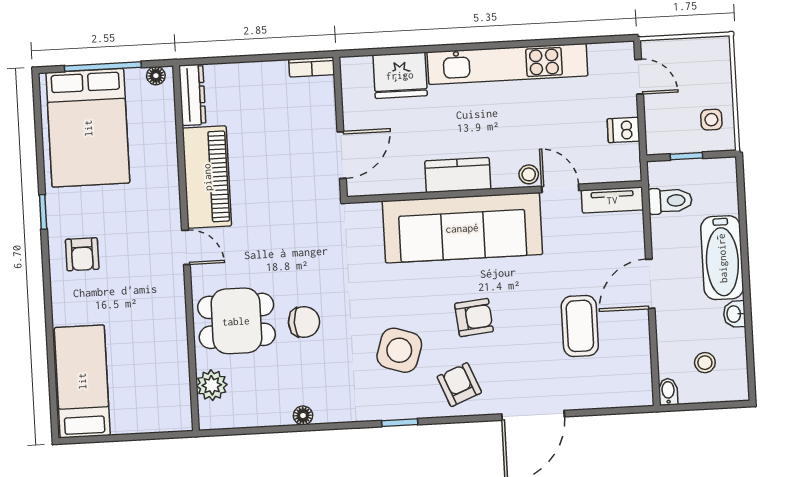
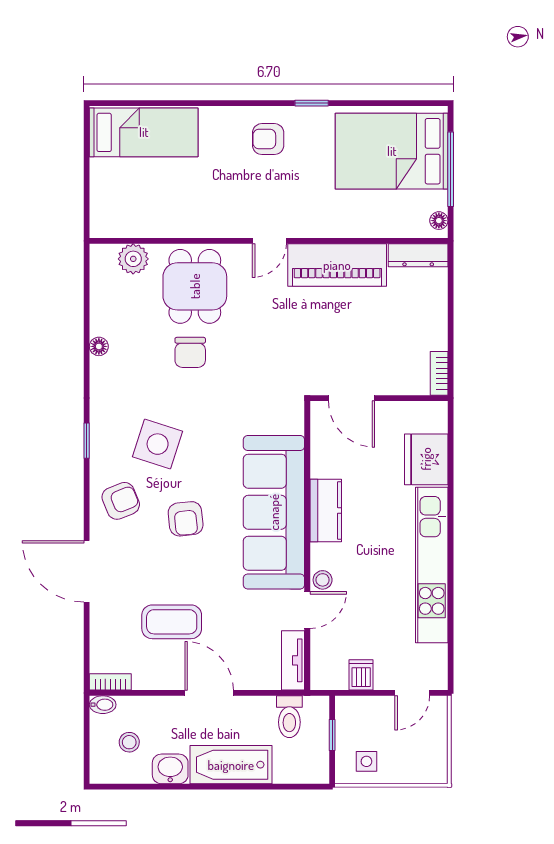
washbasin: (734, 314) -> (170, 769), width x1.38, depth x1.45
bookcase: (644, 385) -> (110, 682), added

